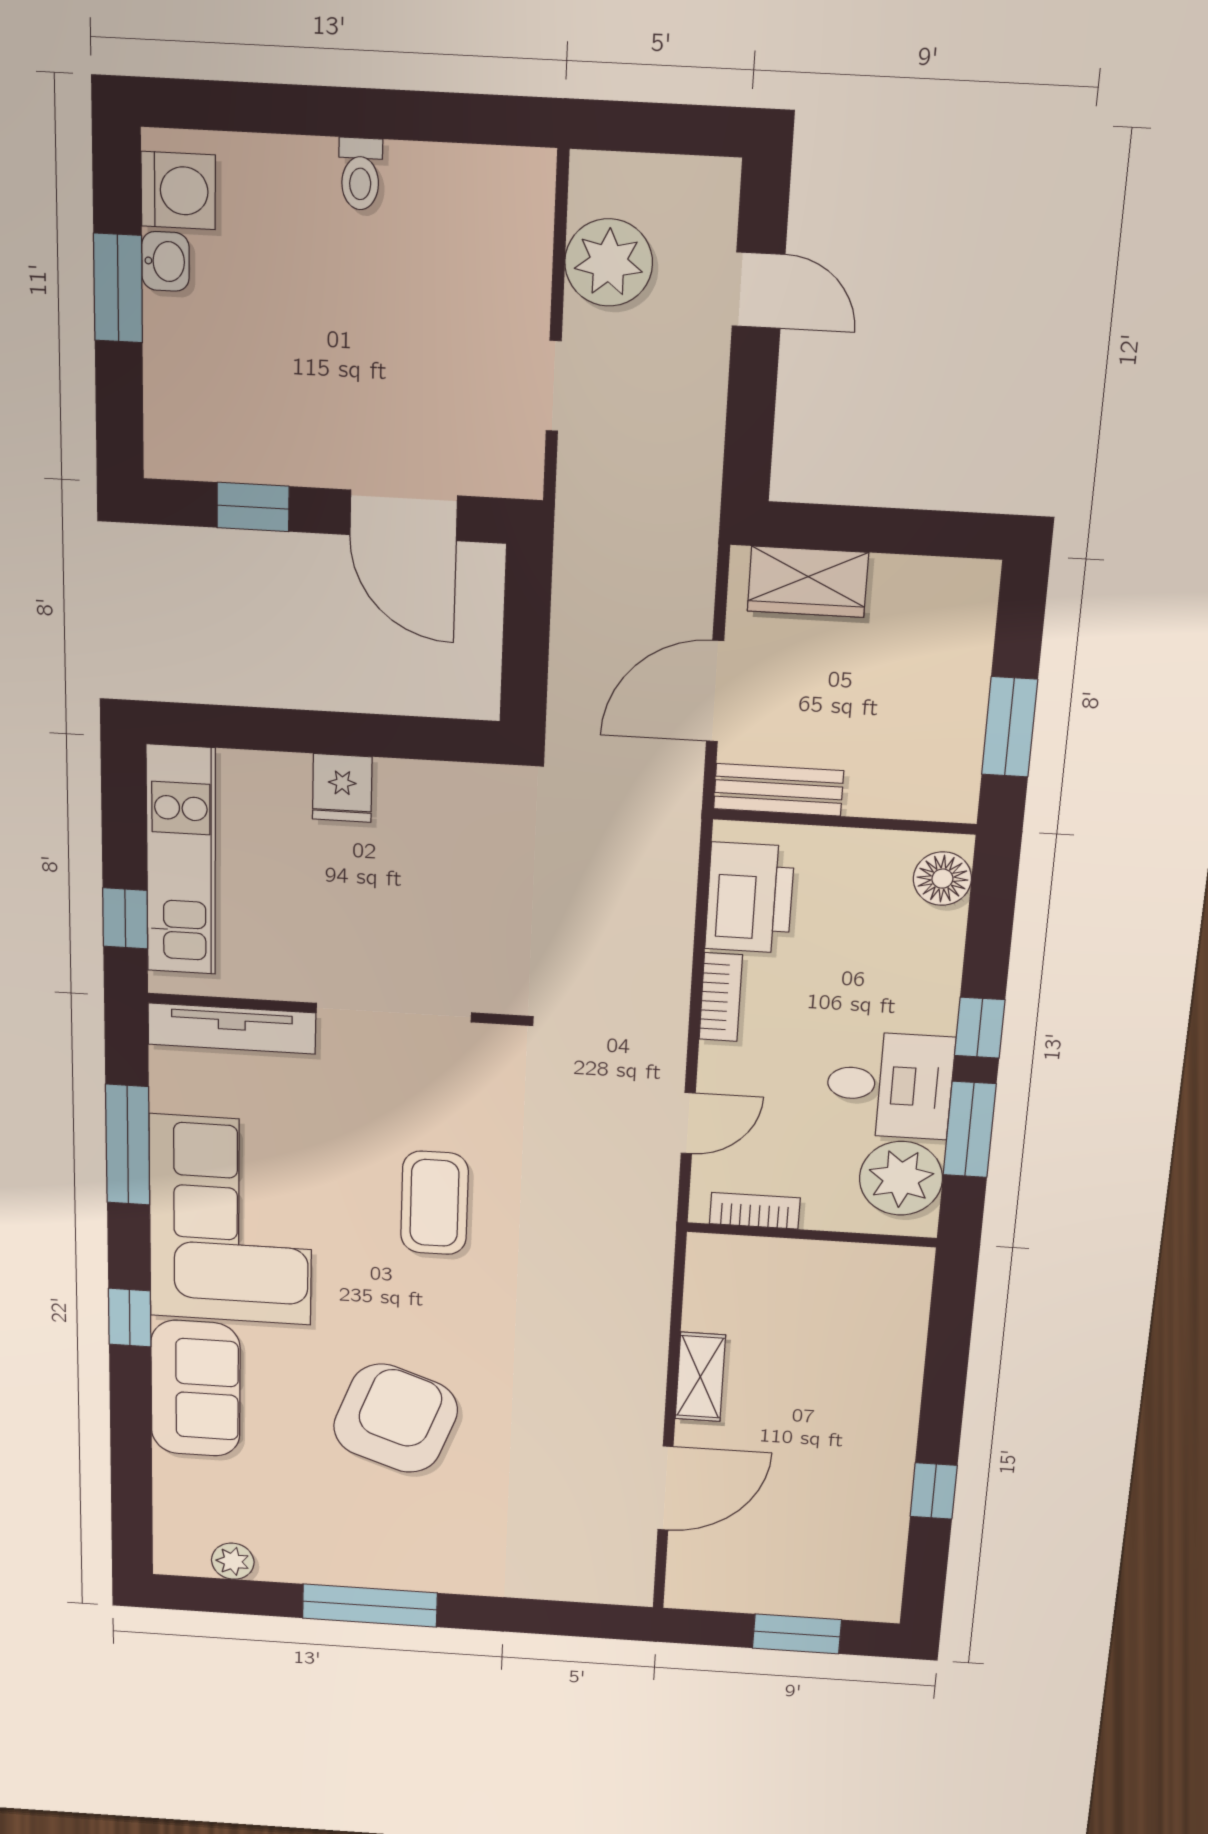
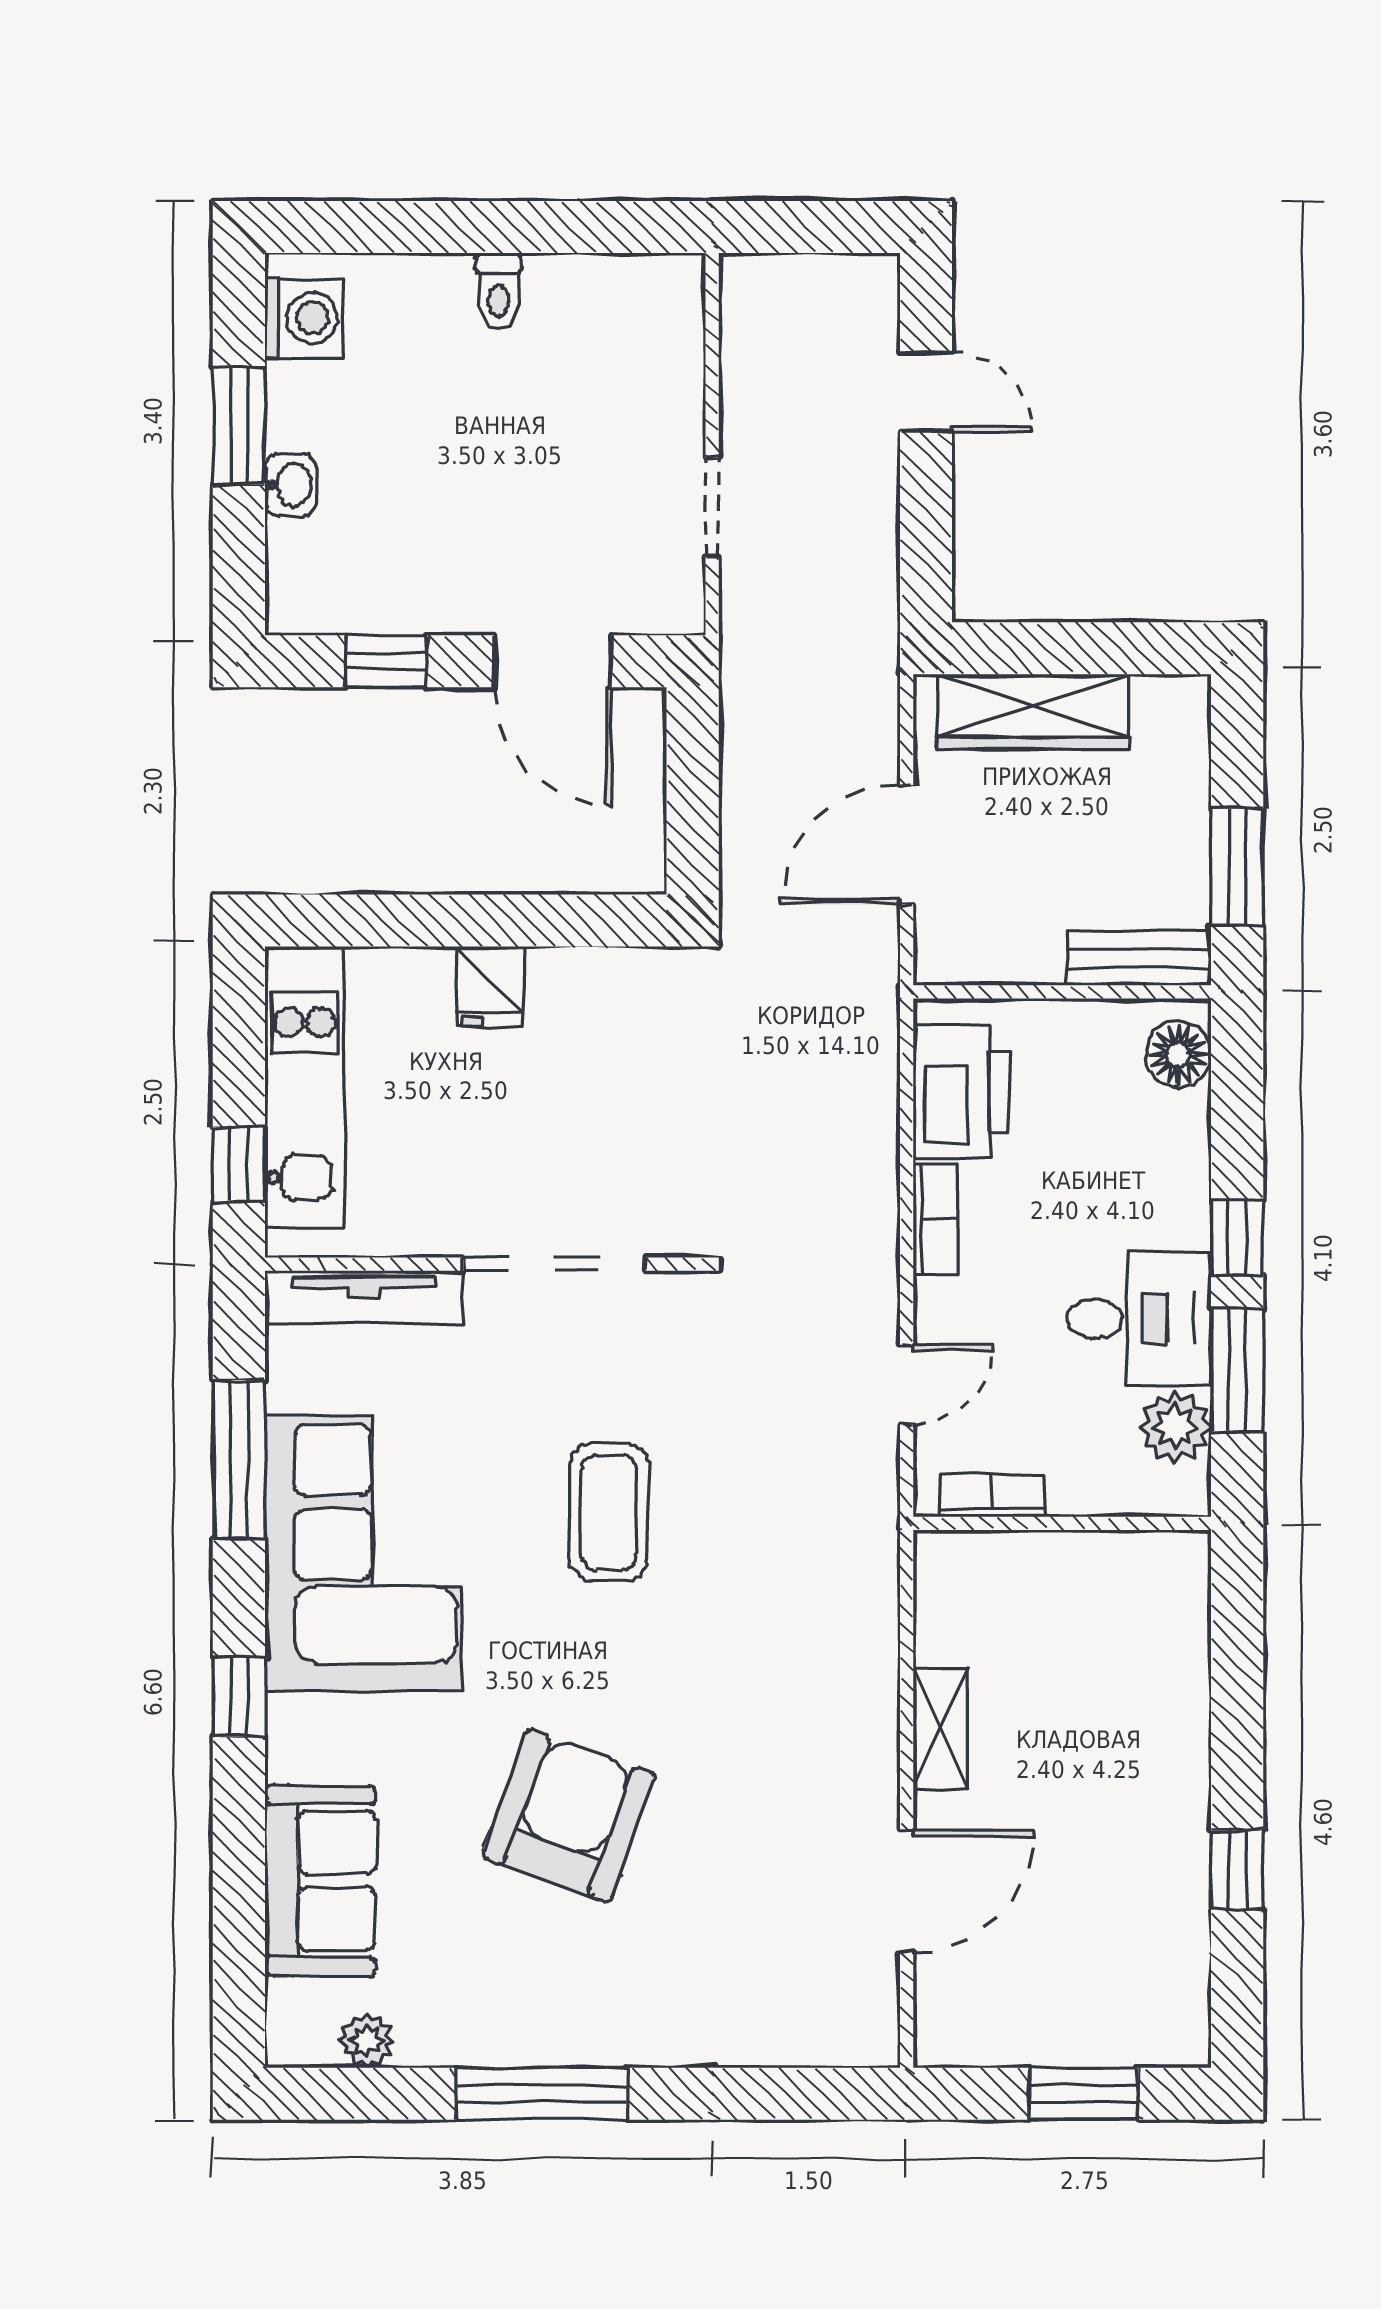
washbasin: (165, 261) -> (290, 485), moved
plant: (609, 262) -> (765, 371), removed
wardrobe: (808, 582) -> (1033, 712), width x1.50
bench: (779, 790) -> (1139, 958), moved
plant: (901, 1178) -> (1175, 1427), width x0.73, depth x0.73
sofa: (196, 1389) -> (320, 1881), moved

